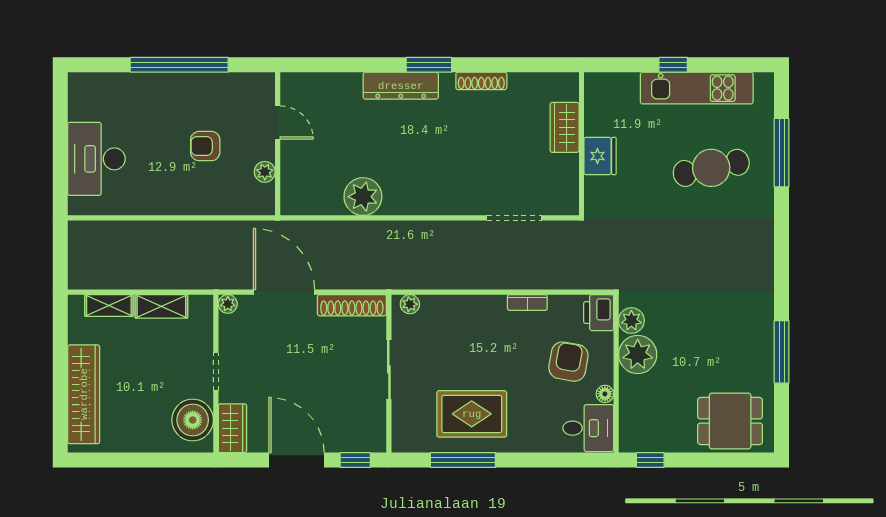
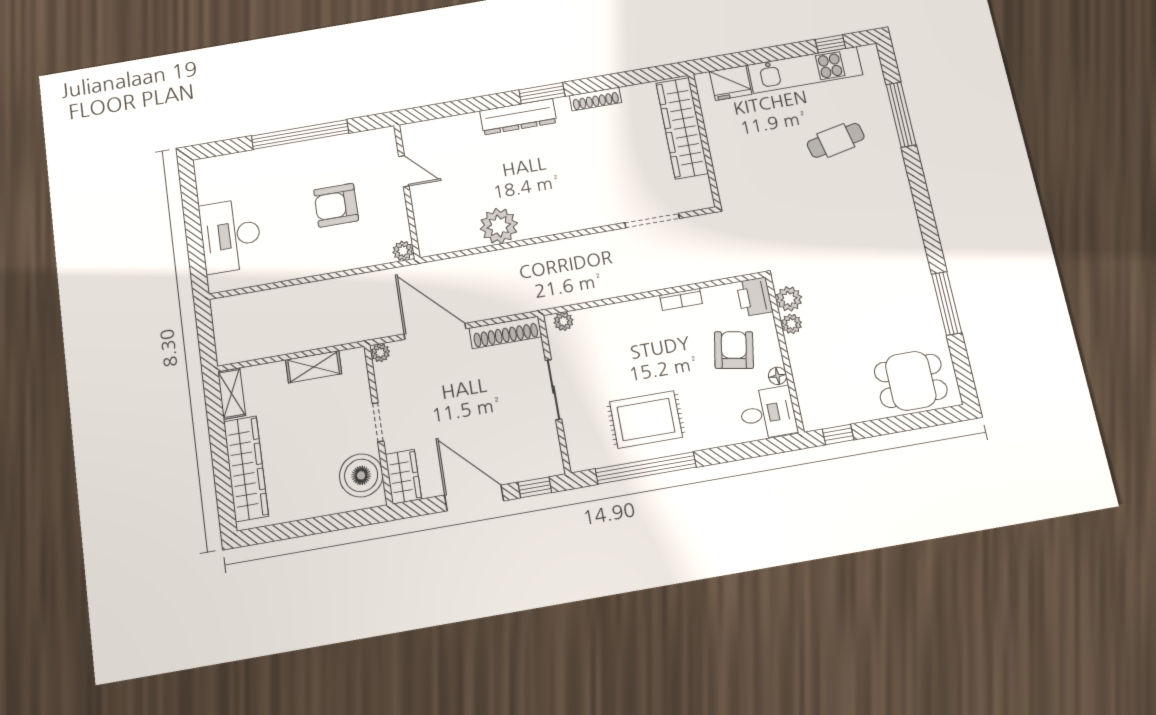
window: (673, 65) -> (830, 44), moved
wardrobe: (565, 127) -> (682, 128), width x2.10, depth x1.17
armchair: (205, 146) -> (336, 205), width x1.38, depth x1.38
fridge: (600, 156) -> (731, 83), moved, turned 90
cafe table: (711, 168) -> (836, 140), width x0.73, depth x0.74
plant: (265, 172) -> (403, 251), moved
shelving: (109, 305) -> (232, 393), moved, turned 90
plant: (638, 354) -> (791, 324), width x0.53, depth x0.53
window: (463, 460) -> (646, 468), width x1.46

